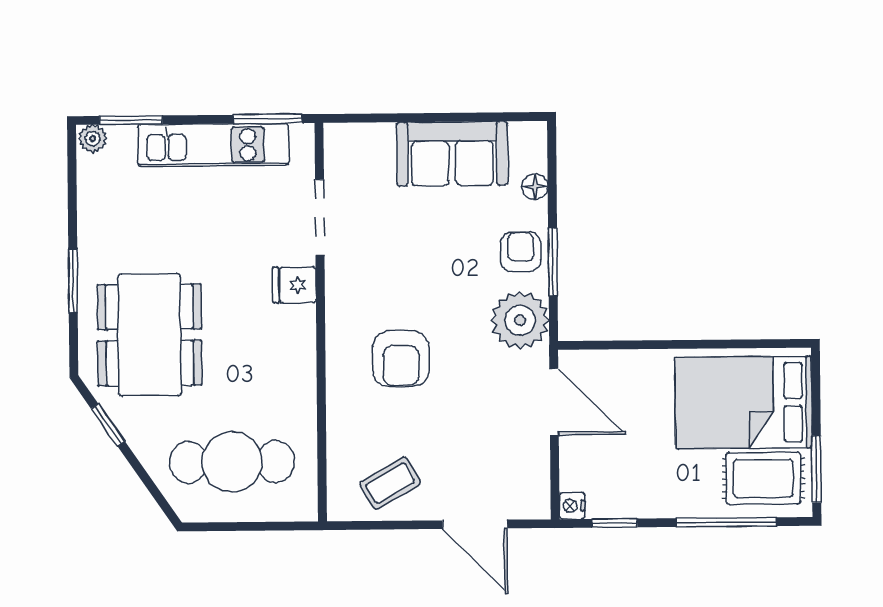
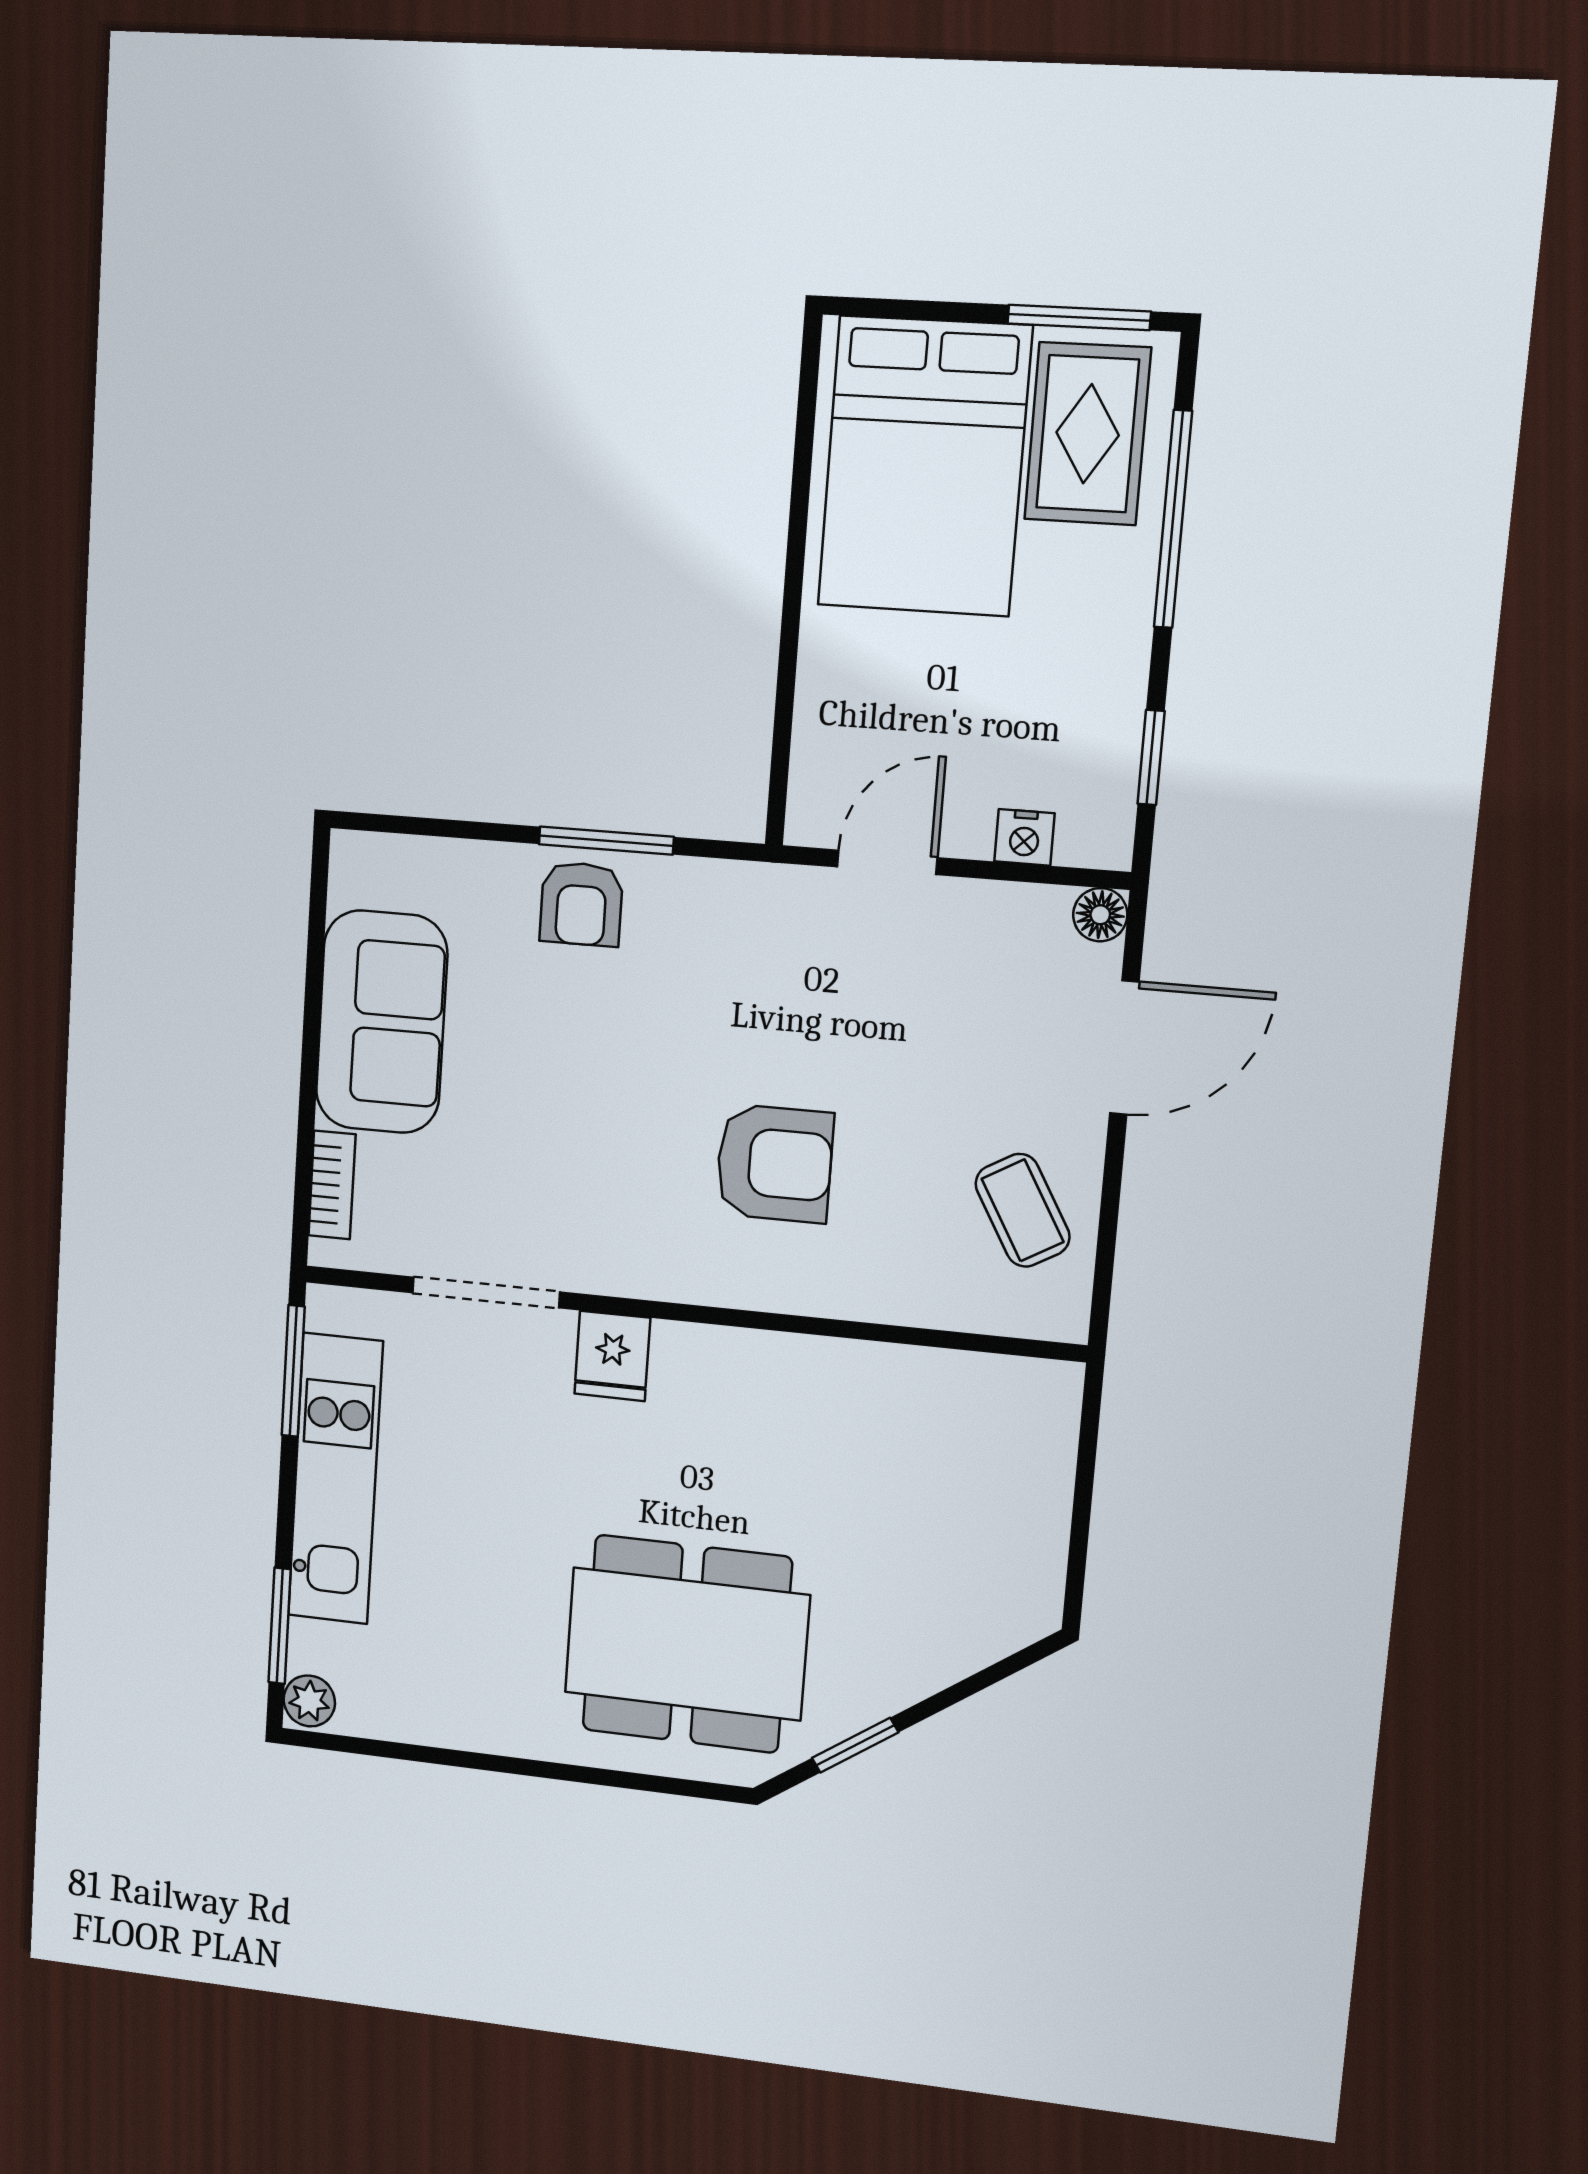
bookcase: (366, 133) -> (332, 1185), added
floor lamp: (535, 187) -> (1100, 915), moved
armchair: (521, 252) -> (581, 904), turned -90
window: (73, 281) -> (572, 1773), removed
plant: (520, 320) -> (717, 917), removed
door: (554, 402) -> (887, 862), width x0.73
cafe table: (232, 462) -> (950, 1517), removed
nightstand: (572, 506) -> (1024, 837), moved

